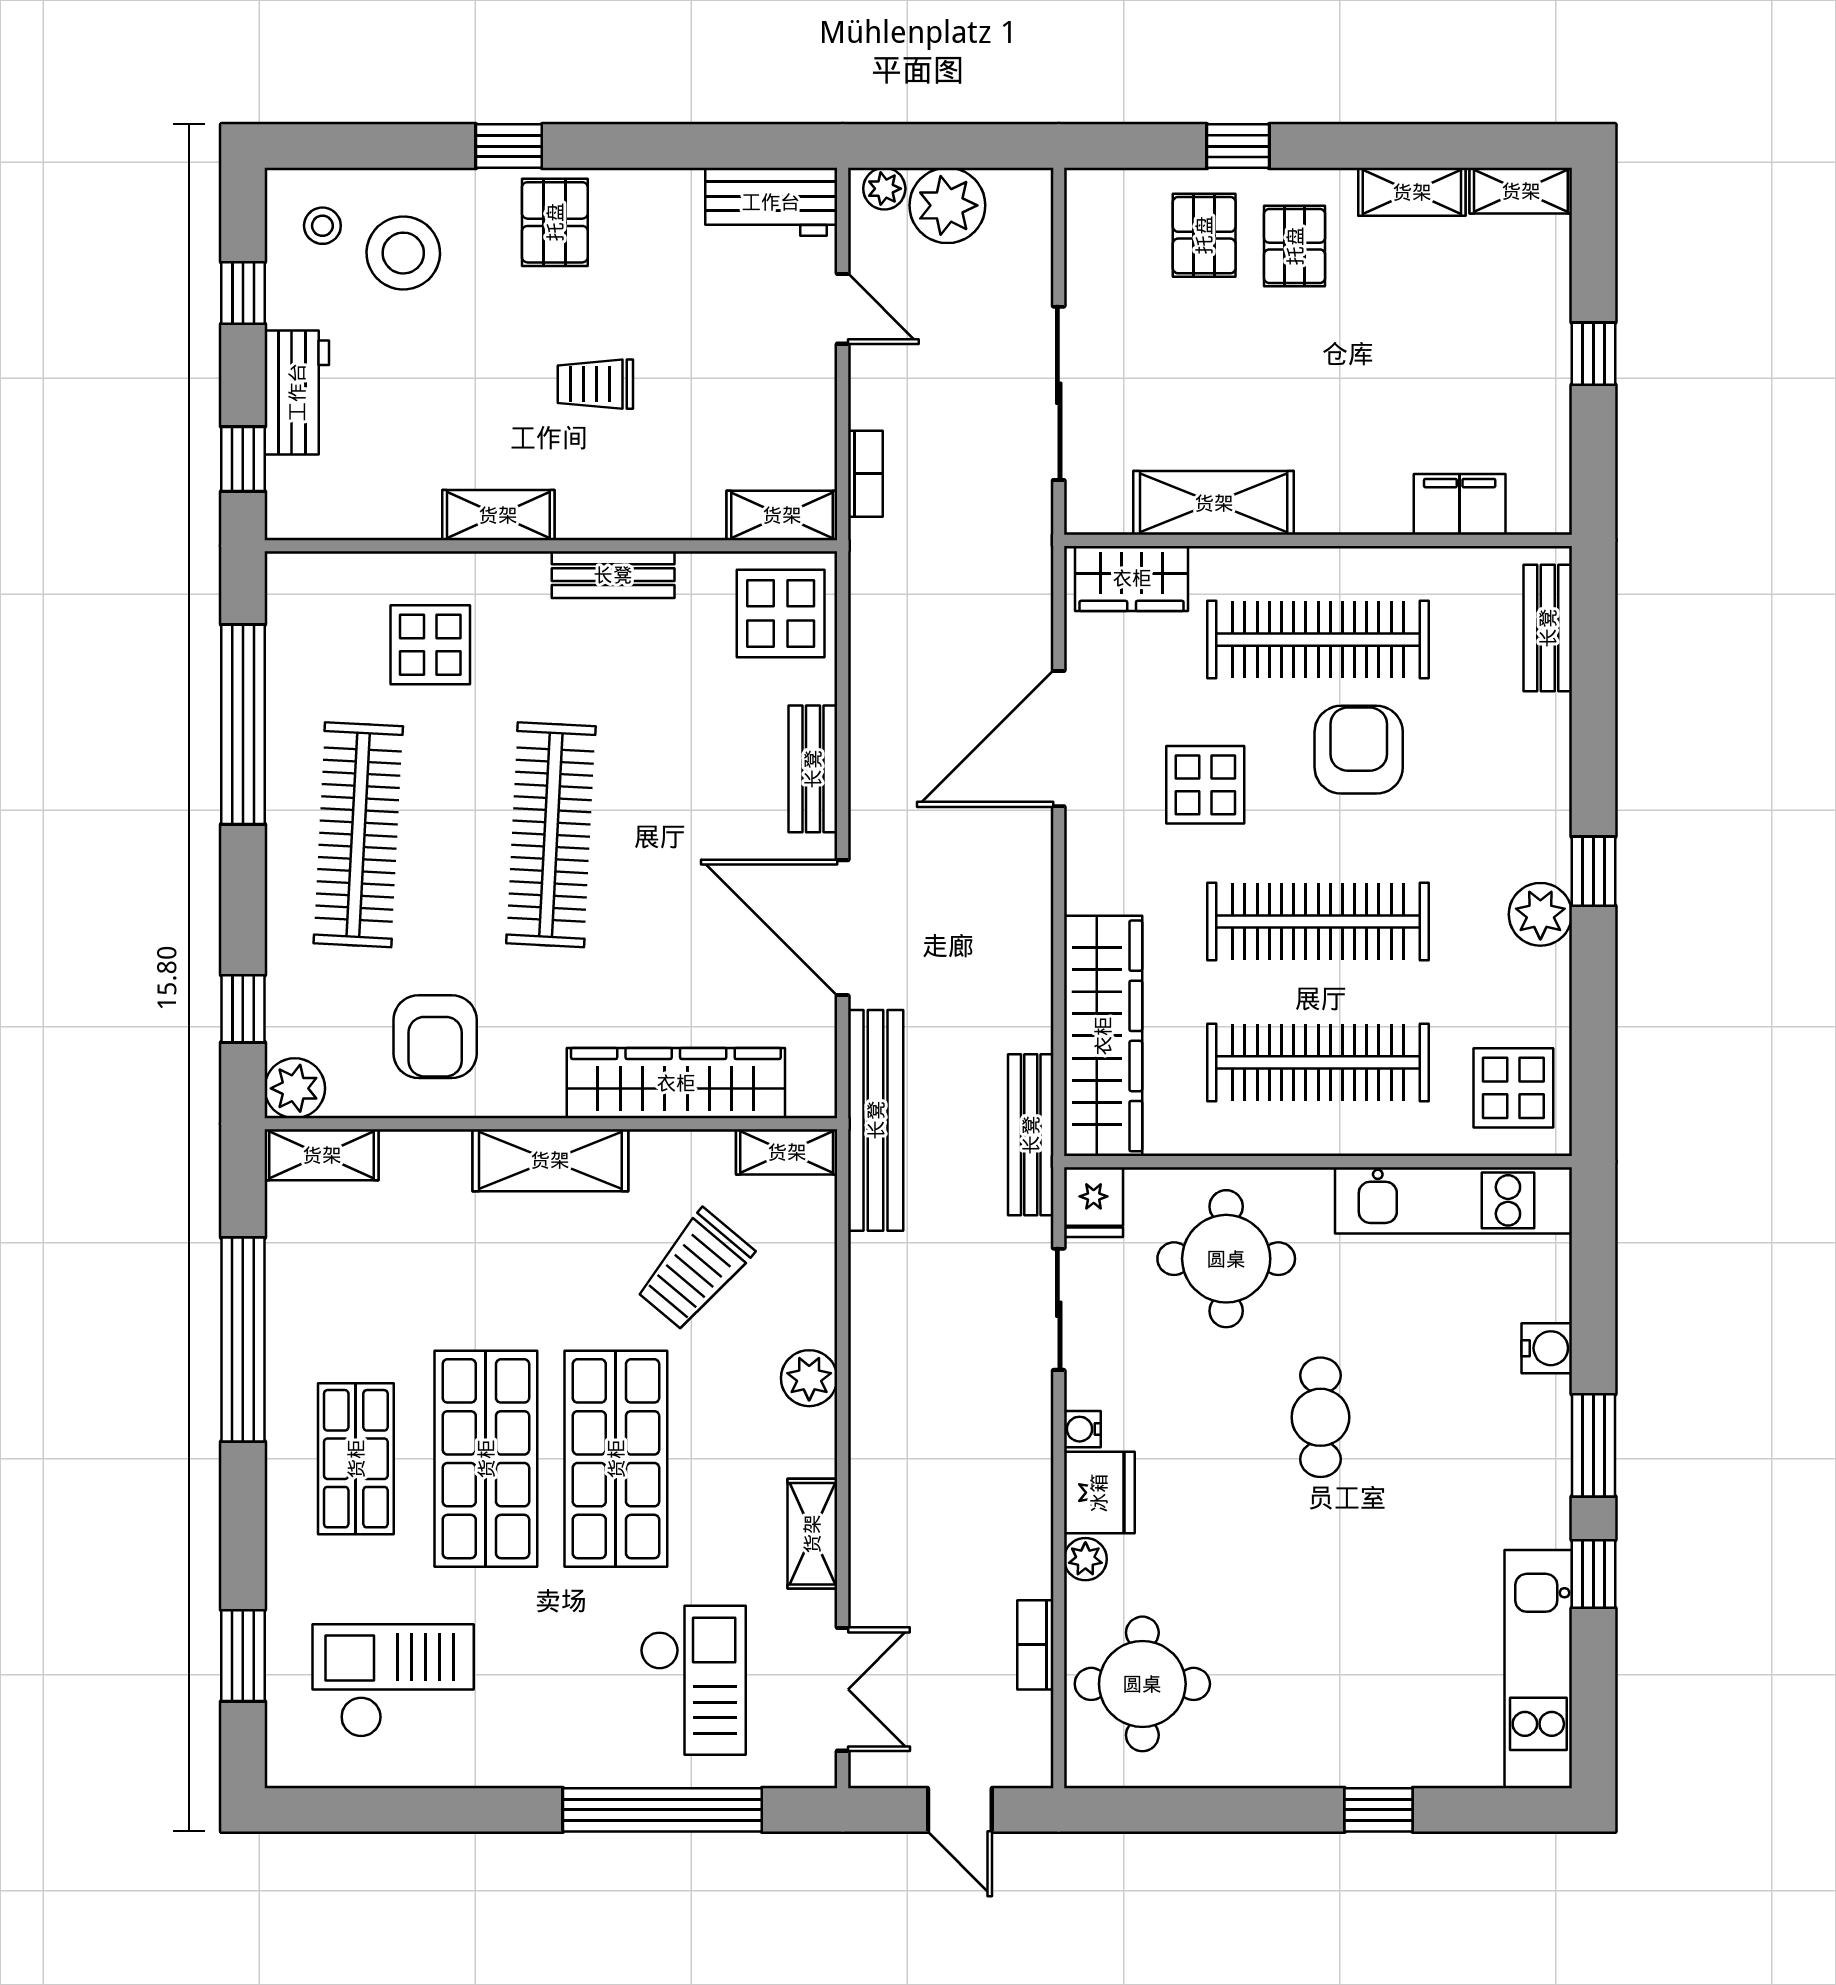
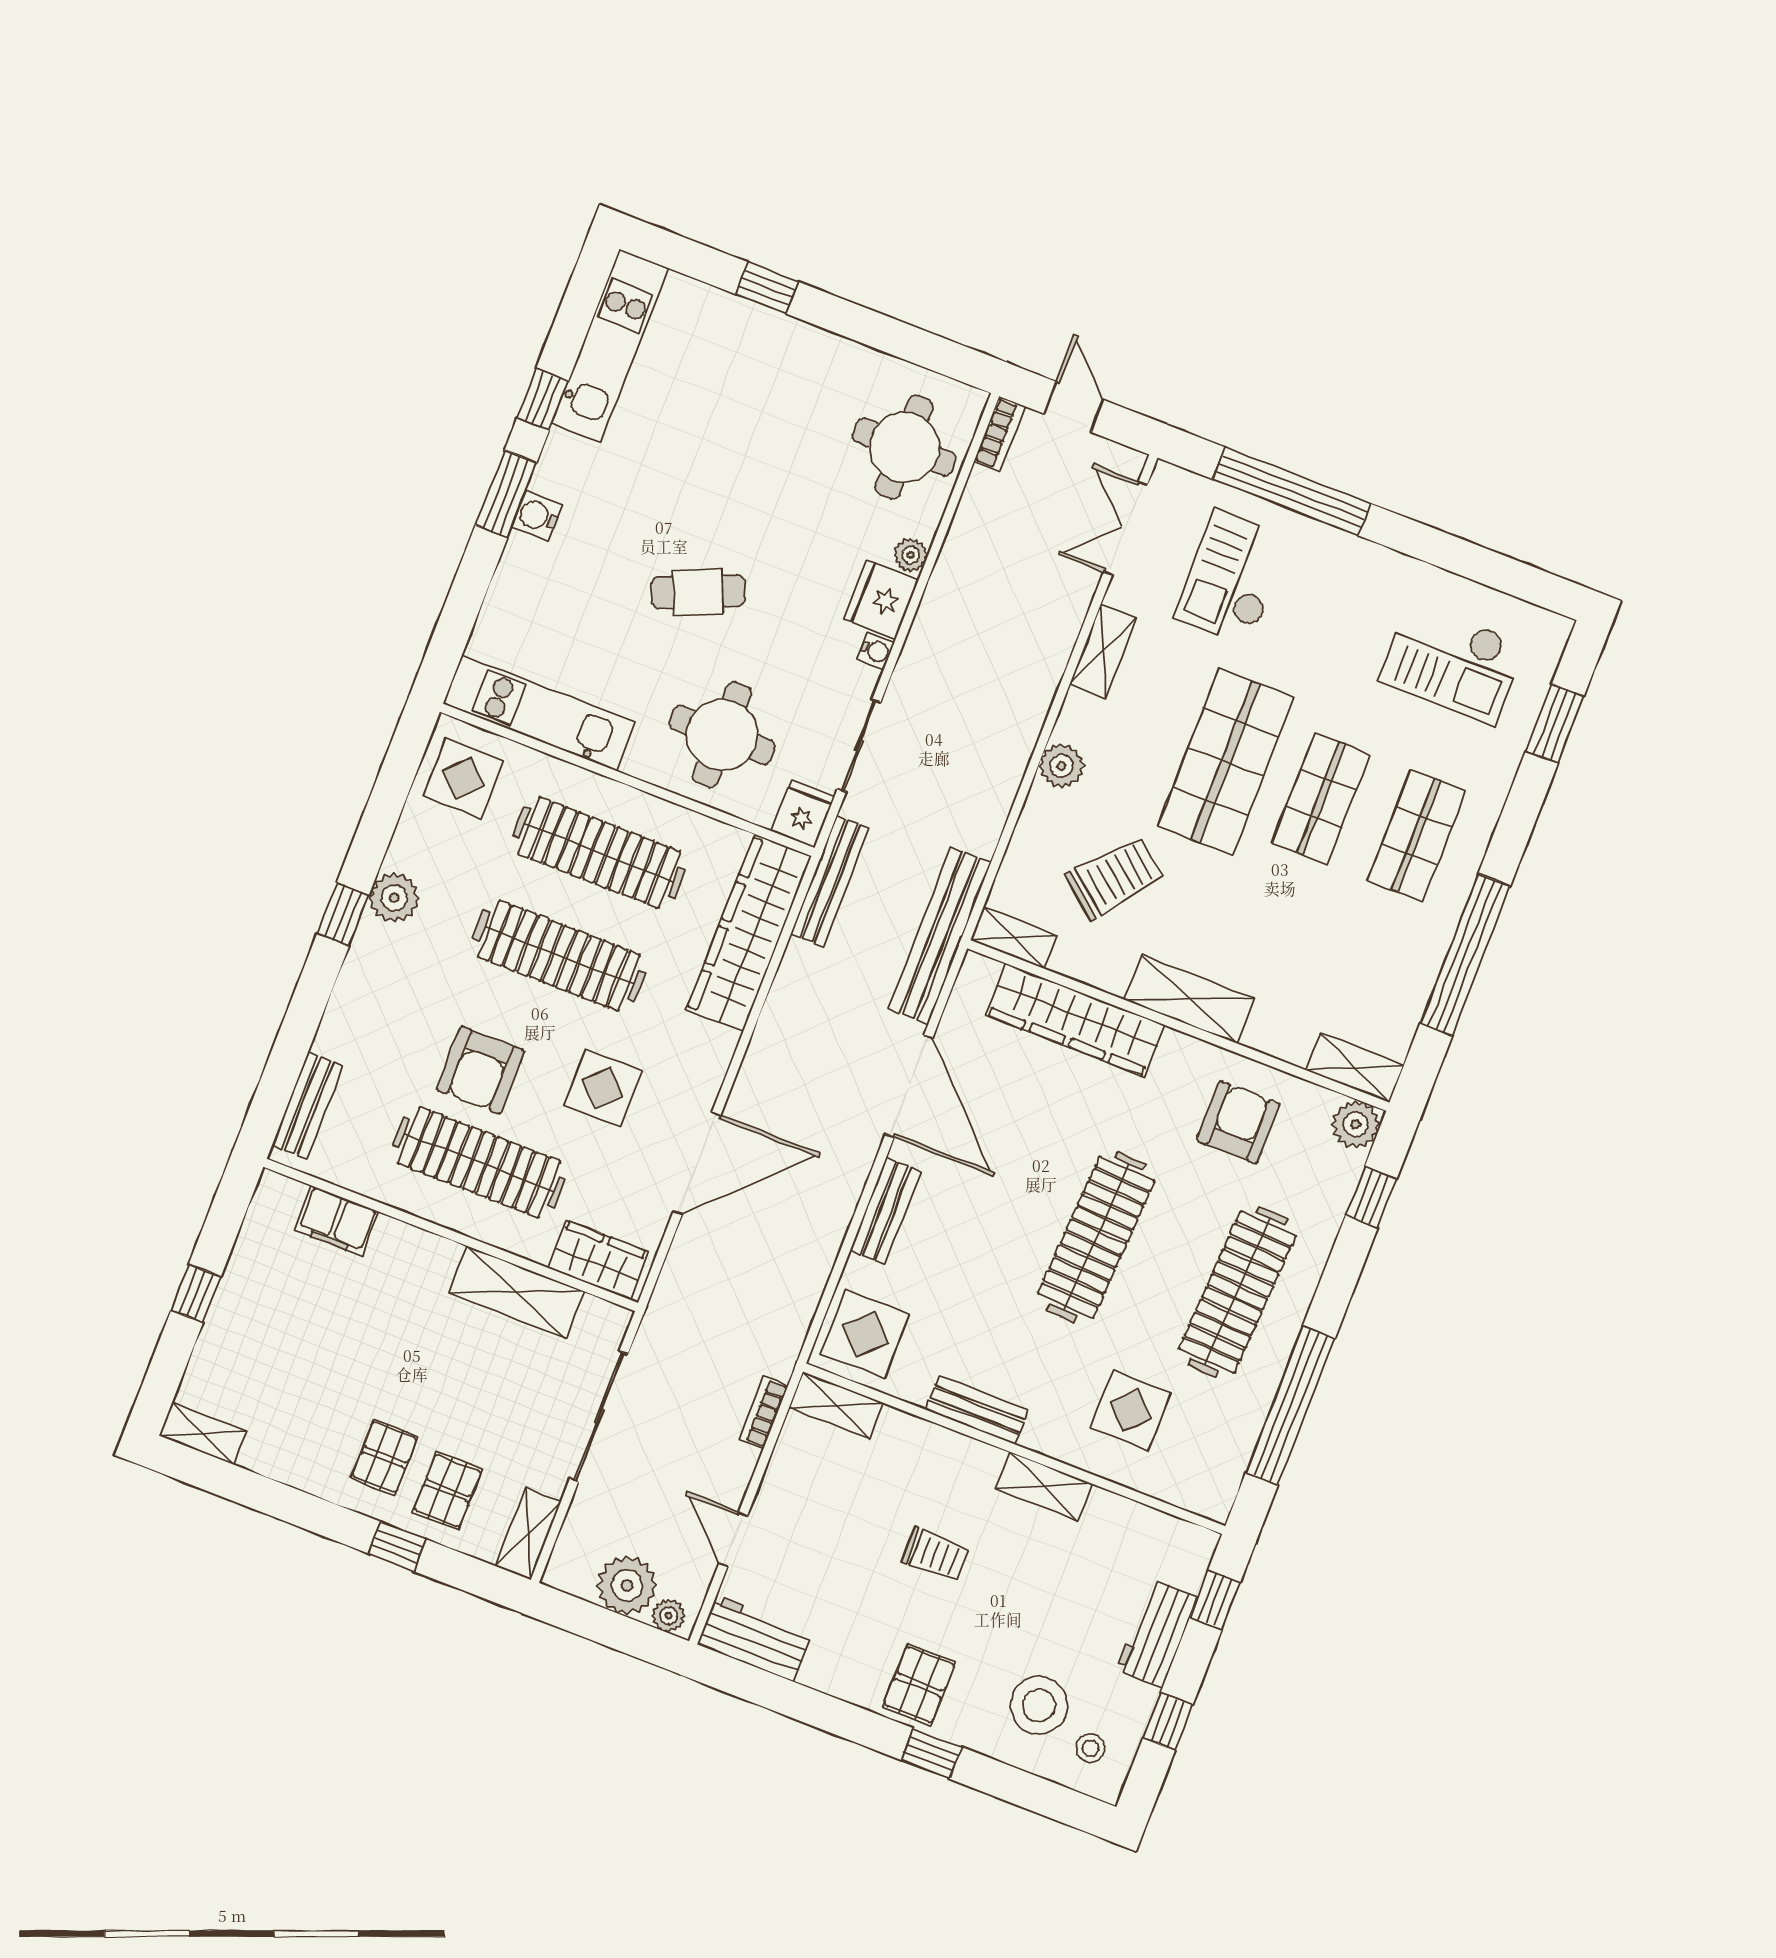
shelving: (1412, 192) -> (528, 1534), moved, turned 90
water cooler: (1547, 1348) -> (537, 516), moved
cafe table: (1320, 1417) -> (698, 592), turned 67
shop shelf: (486, 1459) -> (1321, 799), width x0.70, depth x0.74
bookcase: (1035, 1645) -> (1000, 434), moved

